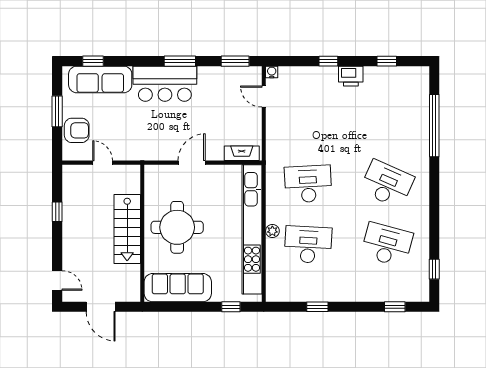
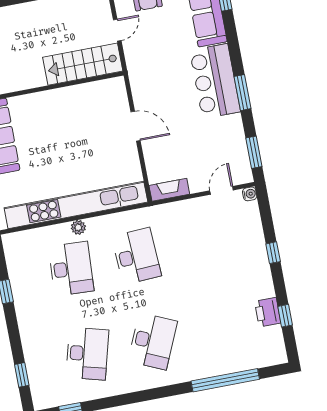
printer: (351, 76) -> (268, 312), moved
fireplace: (242, 153) -> (169, 190), moved, turned -90
round table: (177, 227) -> (63, 124), removed
stairs: (127, 229) -> (83, 64), moved

